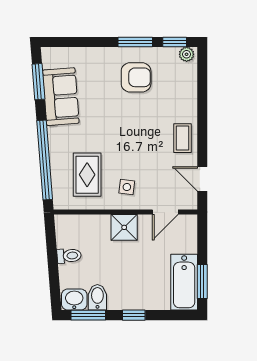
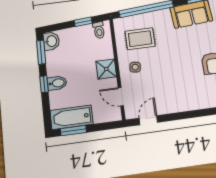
coffee table: (182, 138) -> (176, 102), removed
window: (52, 252) -> (83, 22), added
toilet: (69, 256) -> (99, 30), moved
bidet: (97, 297) -> (57, 83), moved

